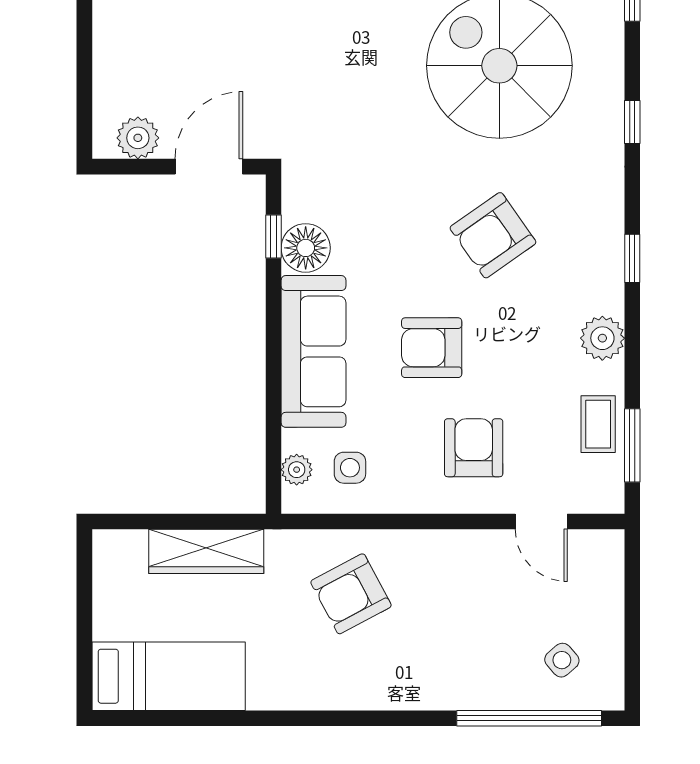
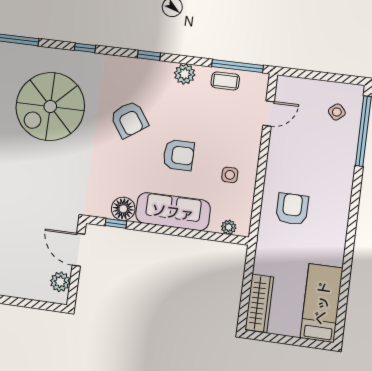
armchair: (432, 348) -> (179, 155), turned -90
window: (632, 445) -> (237, 66), width x1.44
armchair: (474, 448) -> (229, 141), removed
side table: (350, 468) -> (230, 175), moved
wardrobe: (206, 551) -> (259, 303), moved
armchair: (351, 594) -> (292, 209), turned -152

